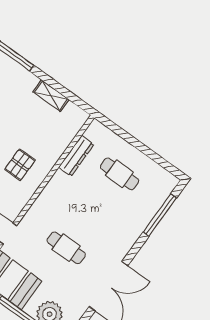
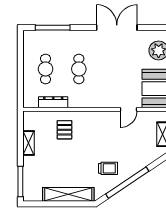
pallet: (20, 165) -> (64, 130), moved, turned 90
cafe table: (66, 248) -> (79, 69), moved

